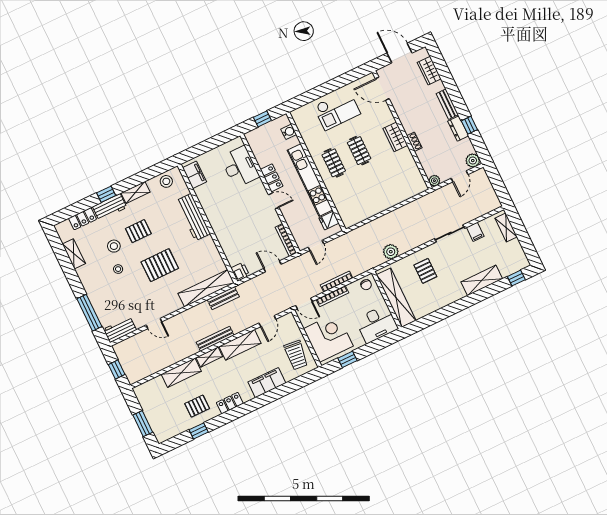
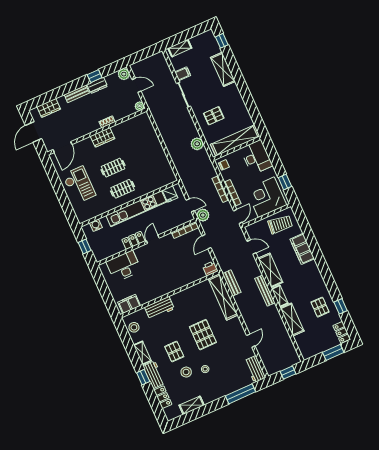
workbench: (193, 217) -> (159, 308), width x0.73
plant: (305, 261) -> (203, 215), added
locker: (230, 403) -> (342, 332), moved

